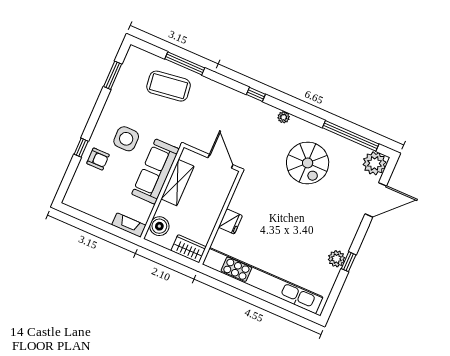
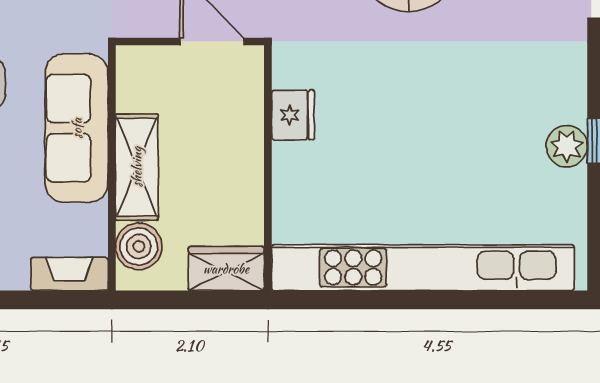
shelving: (177, 183) -> (137, 167), moved
fridge: (230, 221) -> (293, 115), moved

